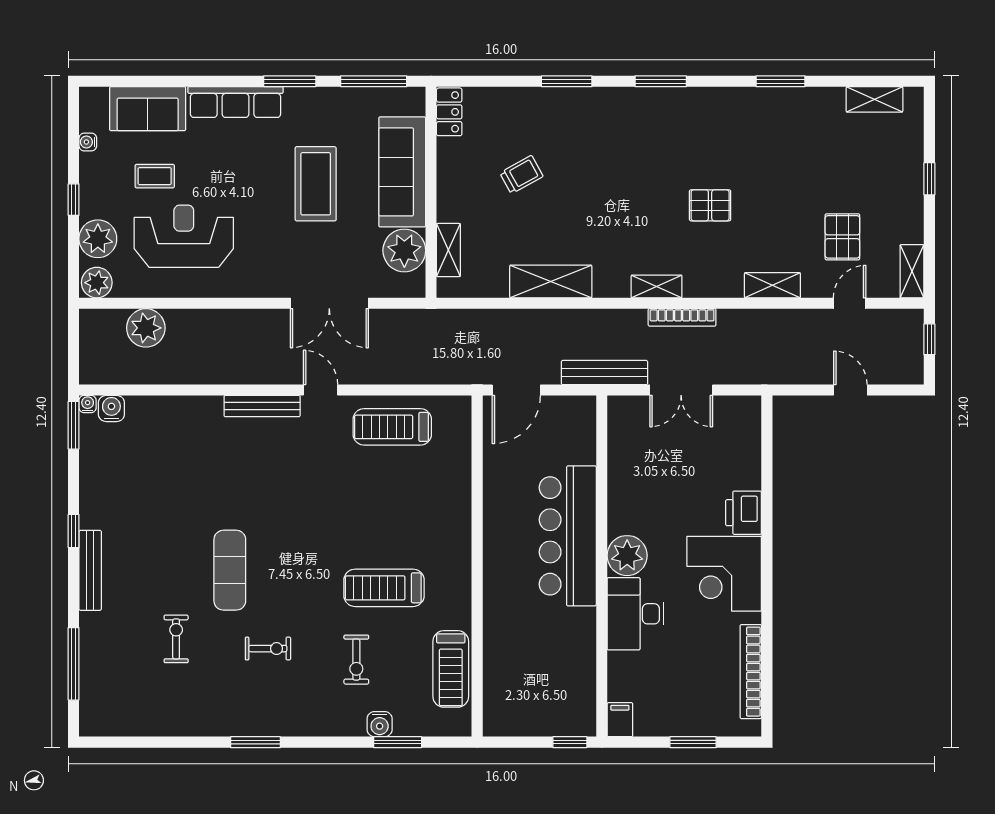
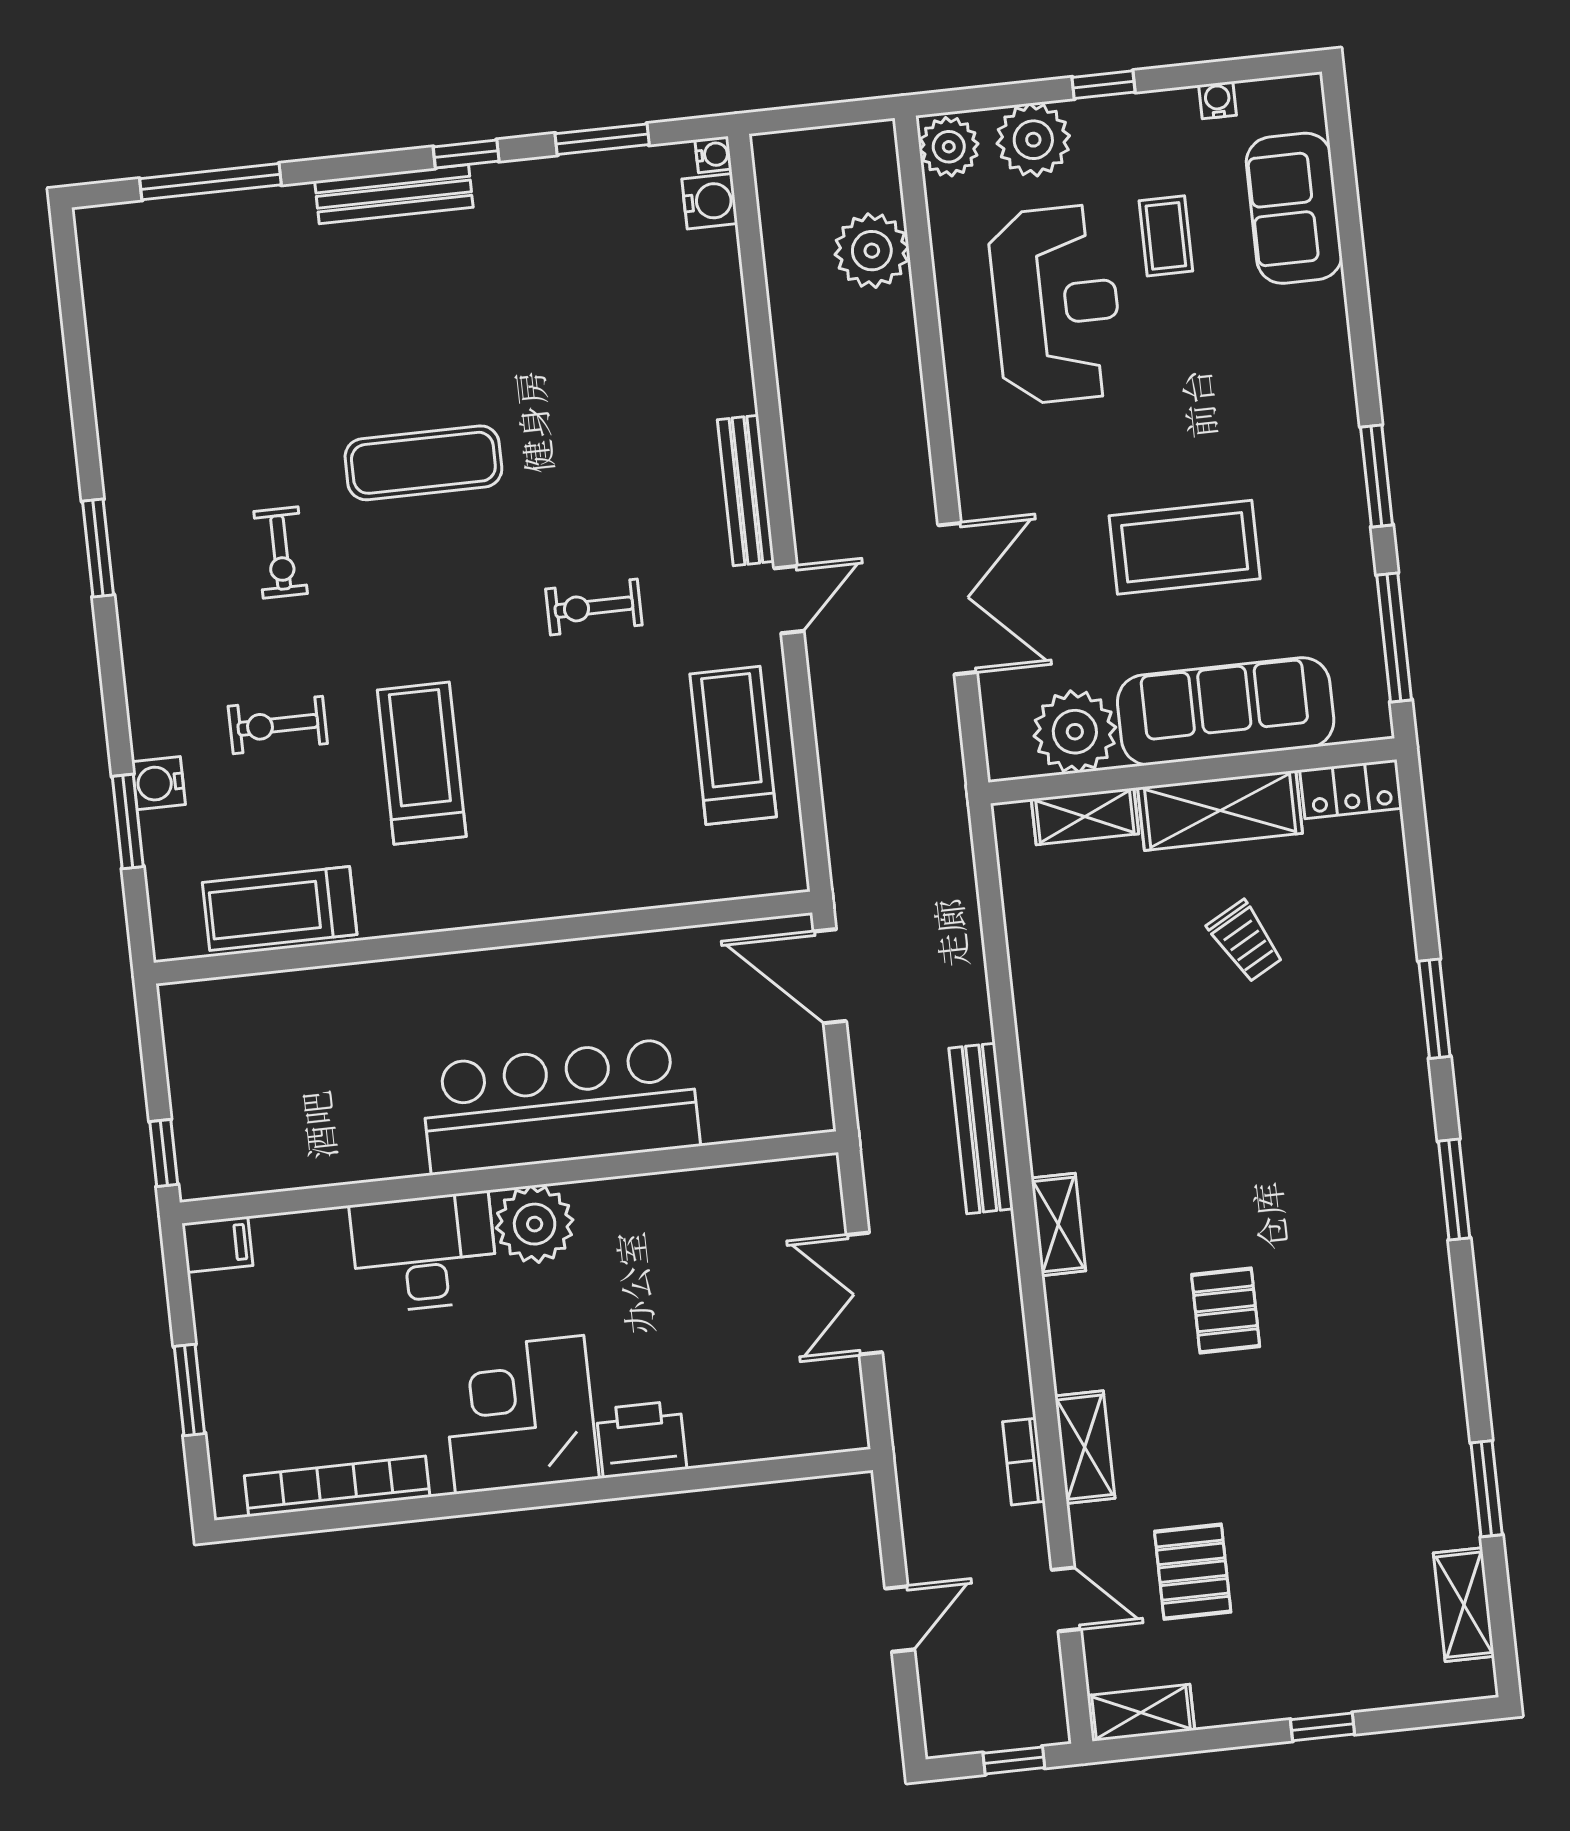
window: (781, 81) -> (1487, 1489), moved
row of seats: (235, 102) -> (1325, 376), removed
pallet: (842, 237) -> (1193, 1572), turned 90
shelving: (551, 282) -> (1220, 810), moved, turned 90
double door: (329, 303) -> (958, 599), swing flipped
bookcase: (682, 317) -> (1024, 1462), moved, width x0.64
bench: (604, 373) -> (981, 1128), moved
window: (74, 425) -> (602, 139), moved
exercise bike: (176, 639) -> (594, 607), moved, turned 180

